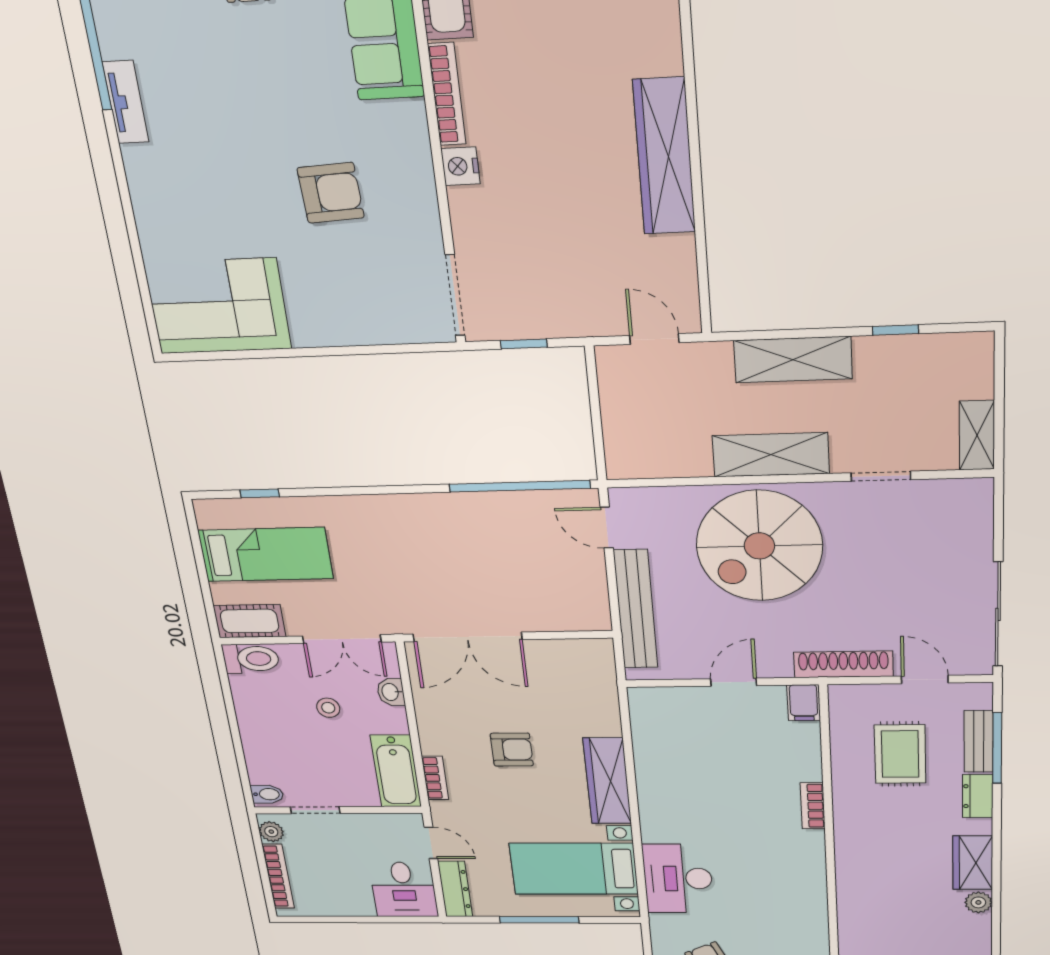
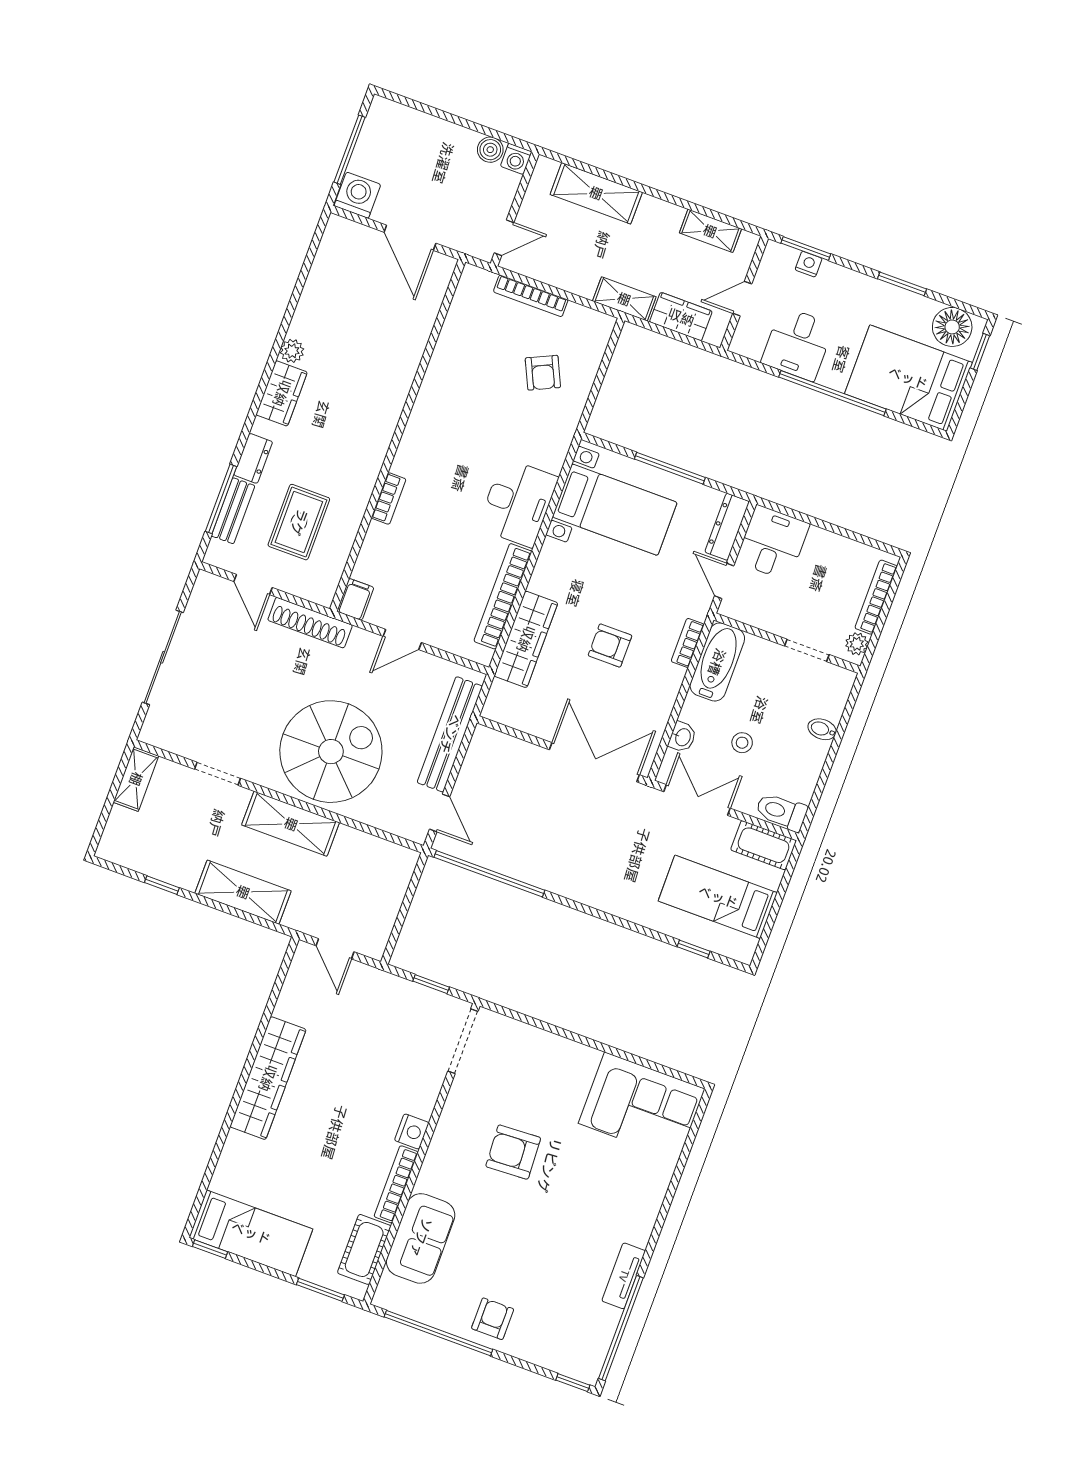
sliding door: (998, 614) -> (163, 657), moved
bookcase: (647, 757) -> (503, 596), added
wardrobe: (607, 781) -> (526, 639), moved
bidet: (267, 794) -> (822, 729), moved
desk: (678, 879) -> (518, 503), moved

